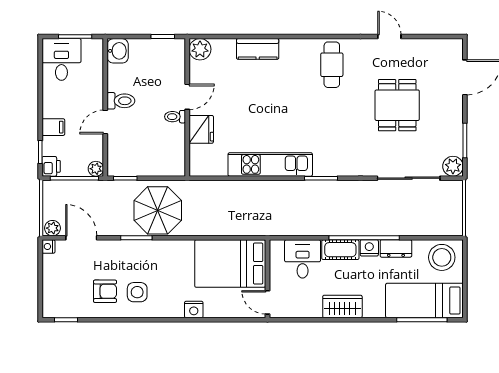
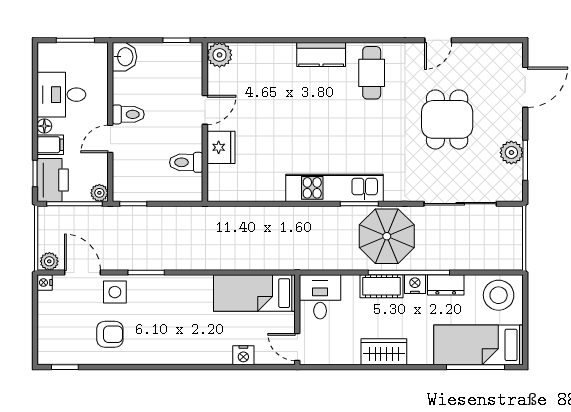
door: (389, 37) -> (438, 40), swing flipped
kitchen counter: (258, 49) -> (321, 55), moved
desk: (61, 59) -> (61, 95), moved, turned -90
floor lamp: (48, 111) -> (44, 126), added
toilet: (175, 117) -> (186, 162), moved, width x1.37, depth x1.39
kitchen unit: (270, 164) -> (335, 188), moved
printer: (51, 166) -> (53, 180), width x1.87, depth x1.48
plant: (453, 166) -> (511, 153), moved
parasol: (158, 210) -> (387, 236), moved
desk: (303, 259) -> (320, 297), moved
bed: (230, 264) -> (254, 293), width x0.67
side table: (137, 292) -> (115, 292), moved
nightstand: (194, 310) -> (243, 355), moved

